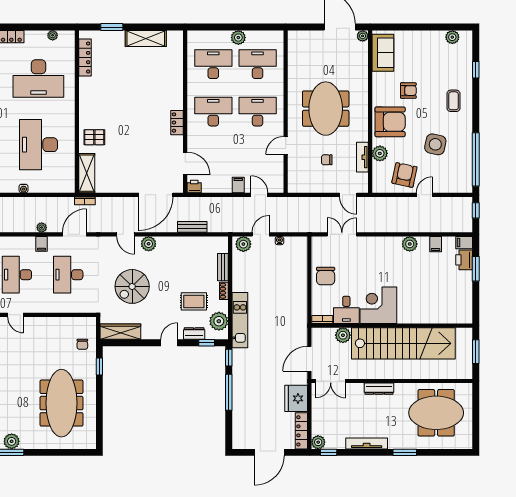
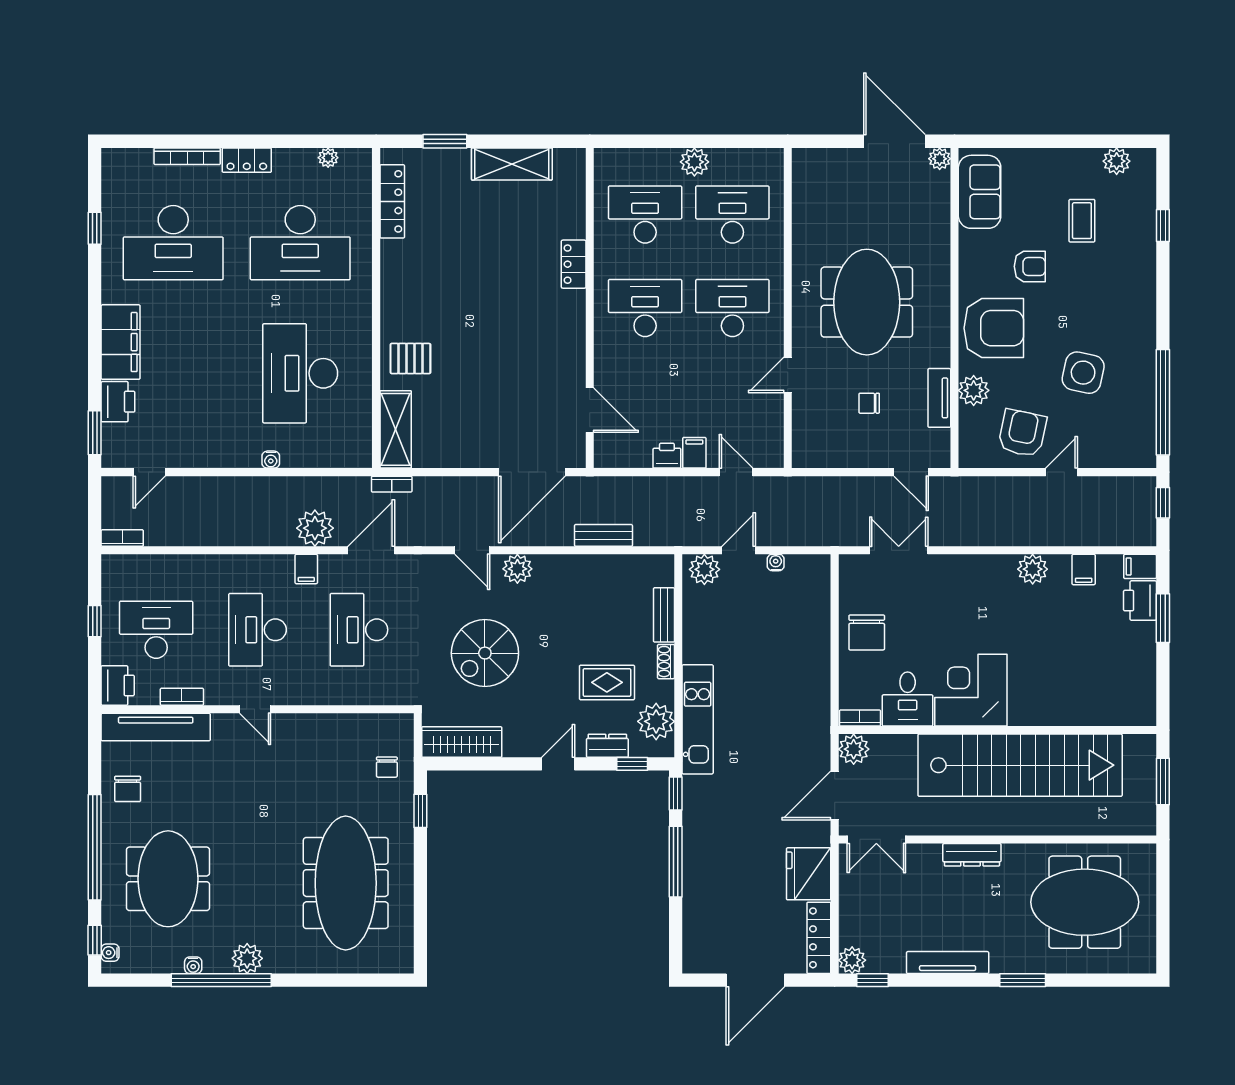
coffee table: (454, 101) -> (1082, 221), moved
locker: (177, 123) -> (574, 264), moved
printer: (194, 186) -> (667, 456), moved
plant: (42, 227) -> (315, 528), width x1.88, depth x1.88
plant: (343, 335) -> (854, 749), moved

